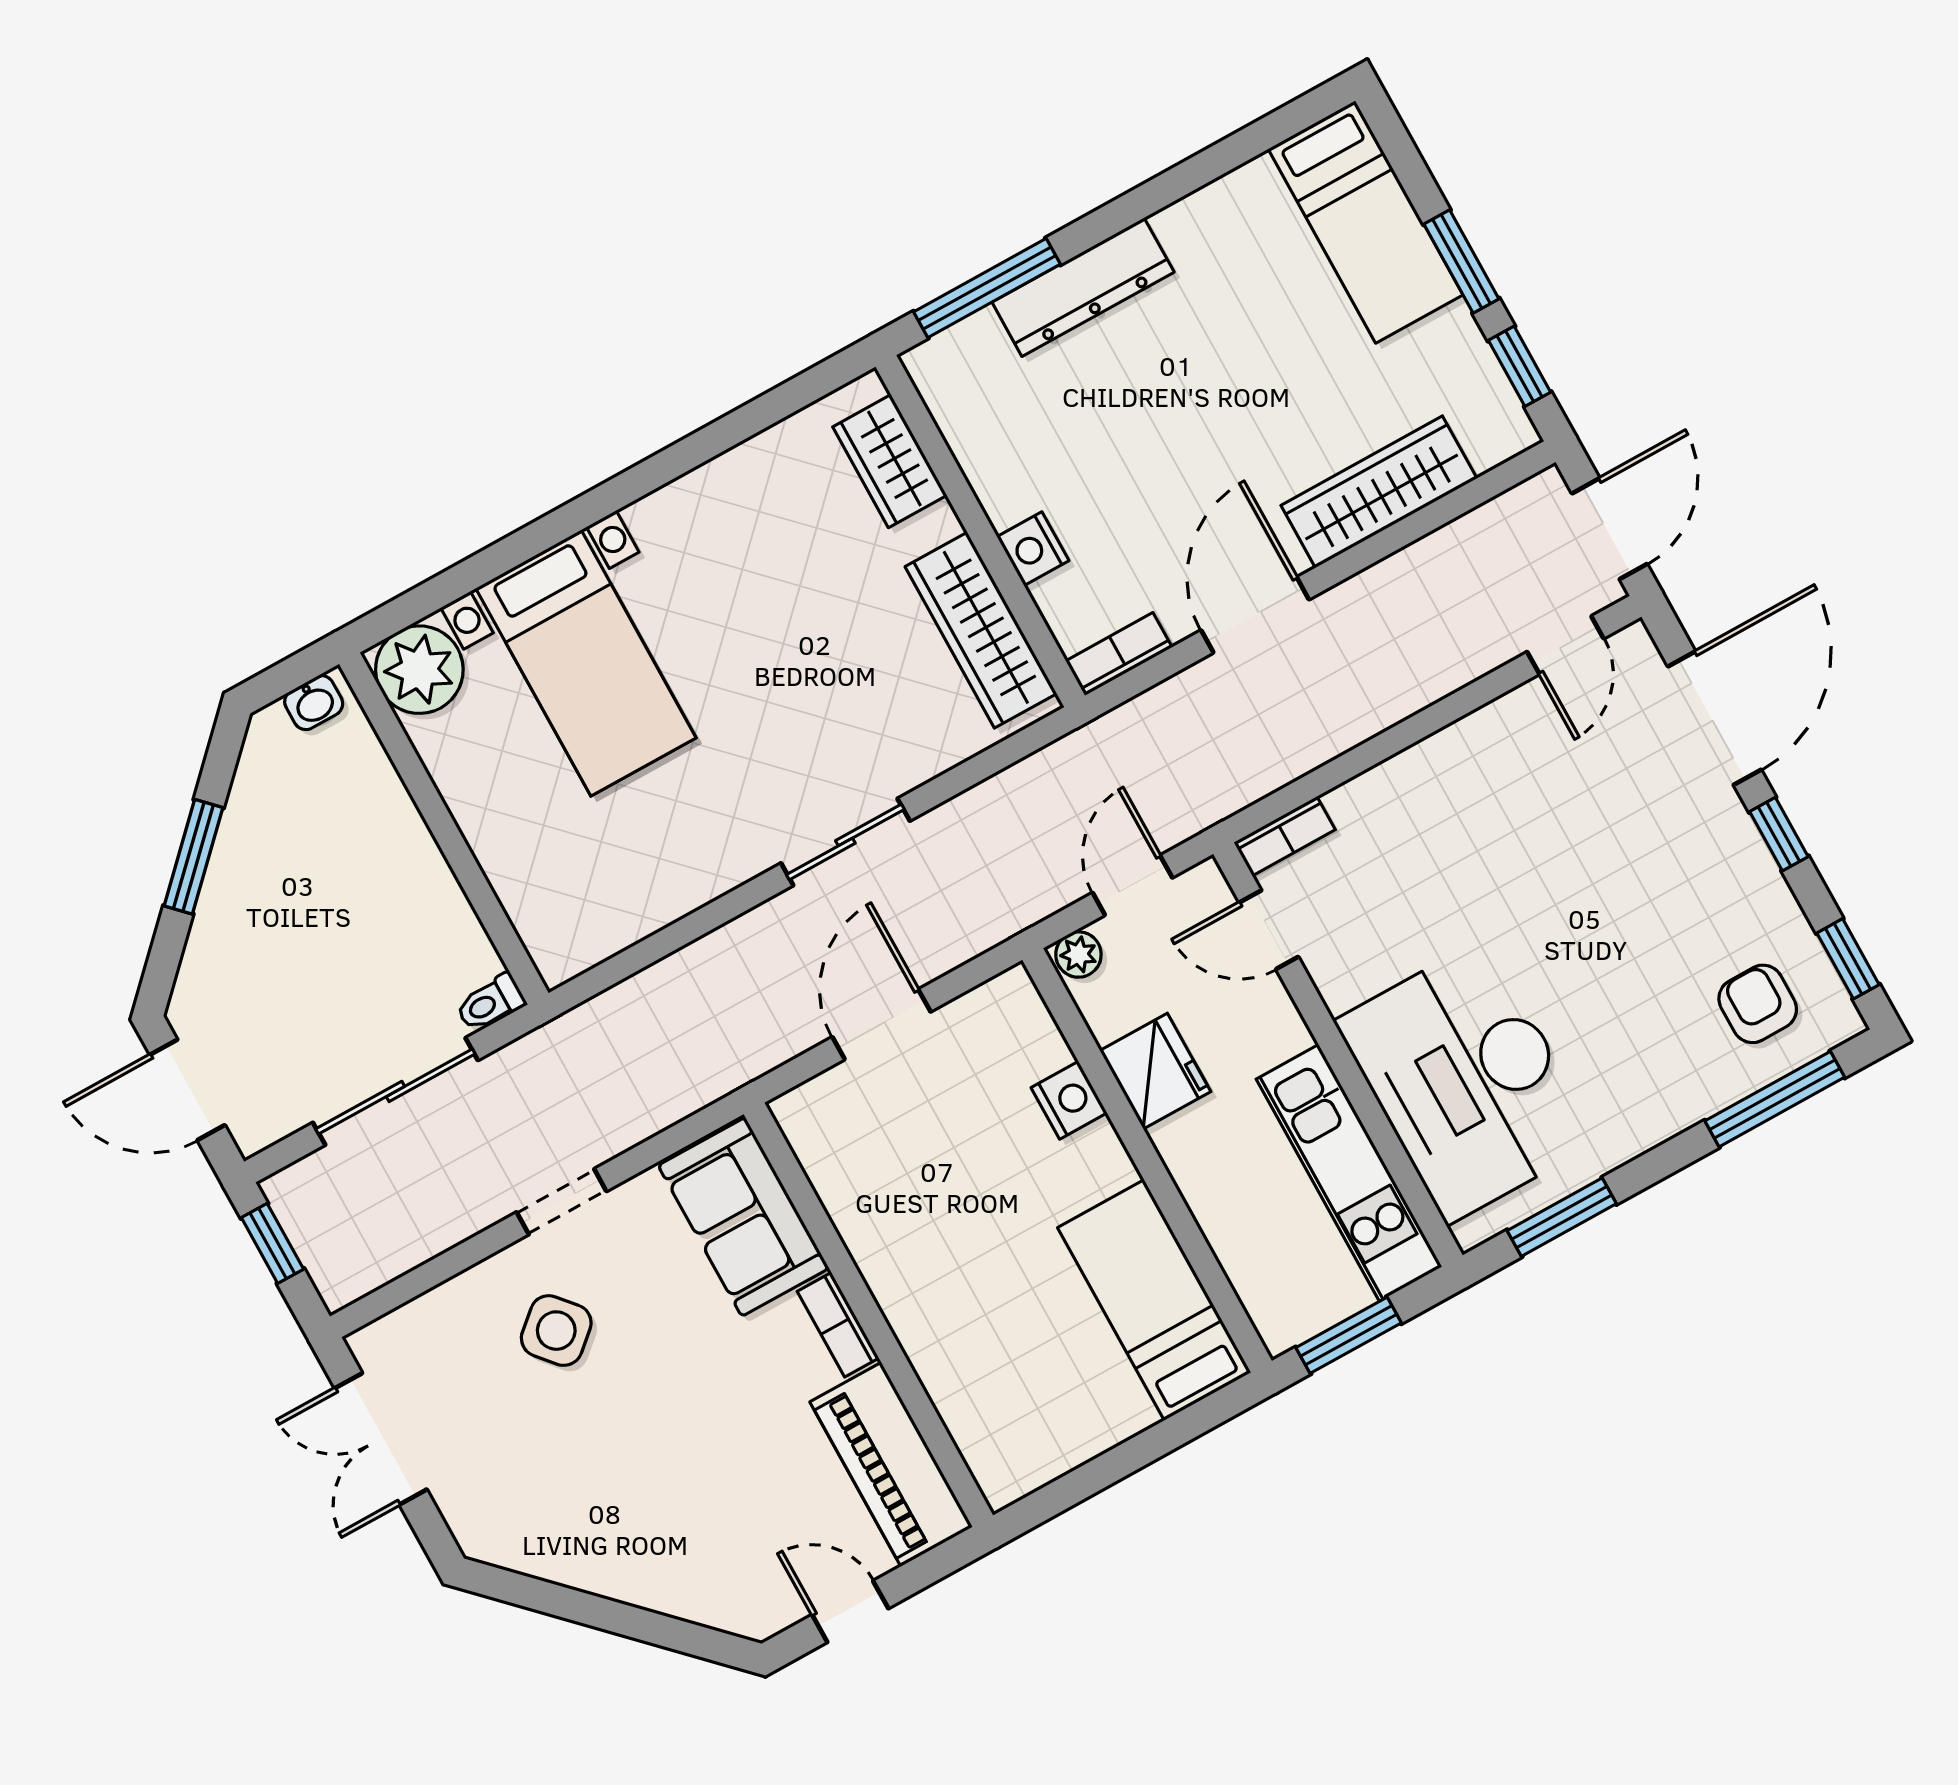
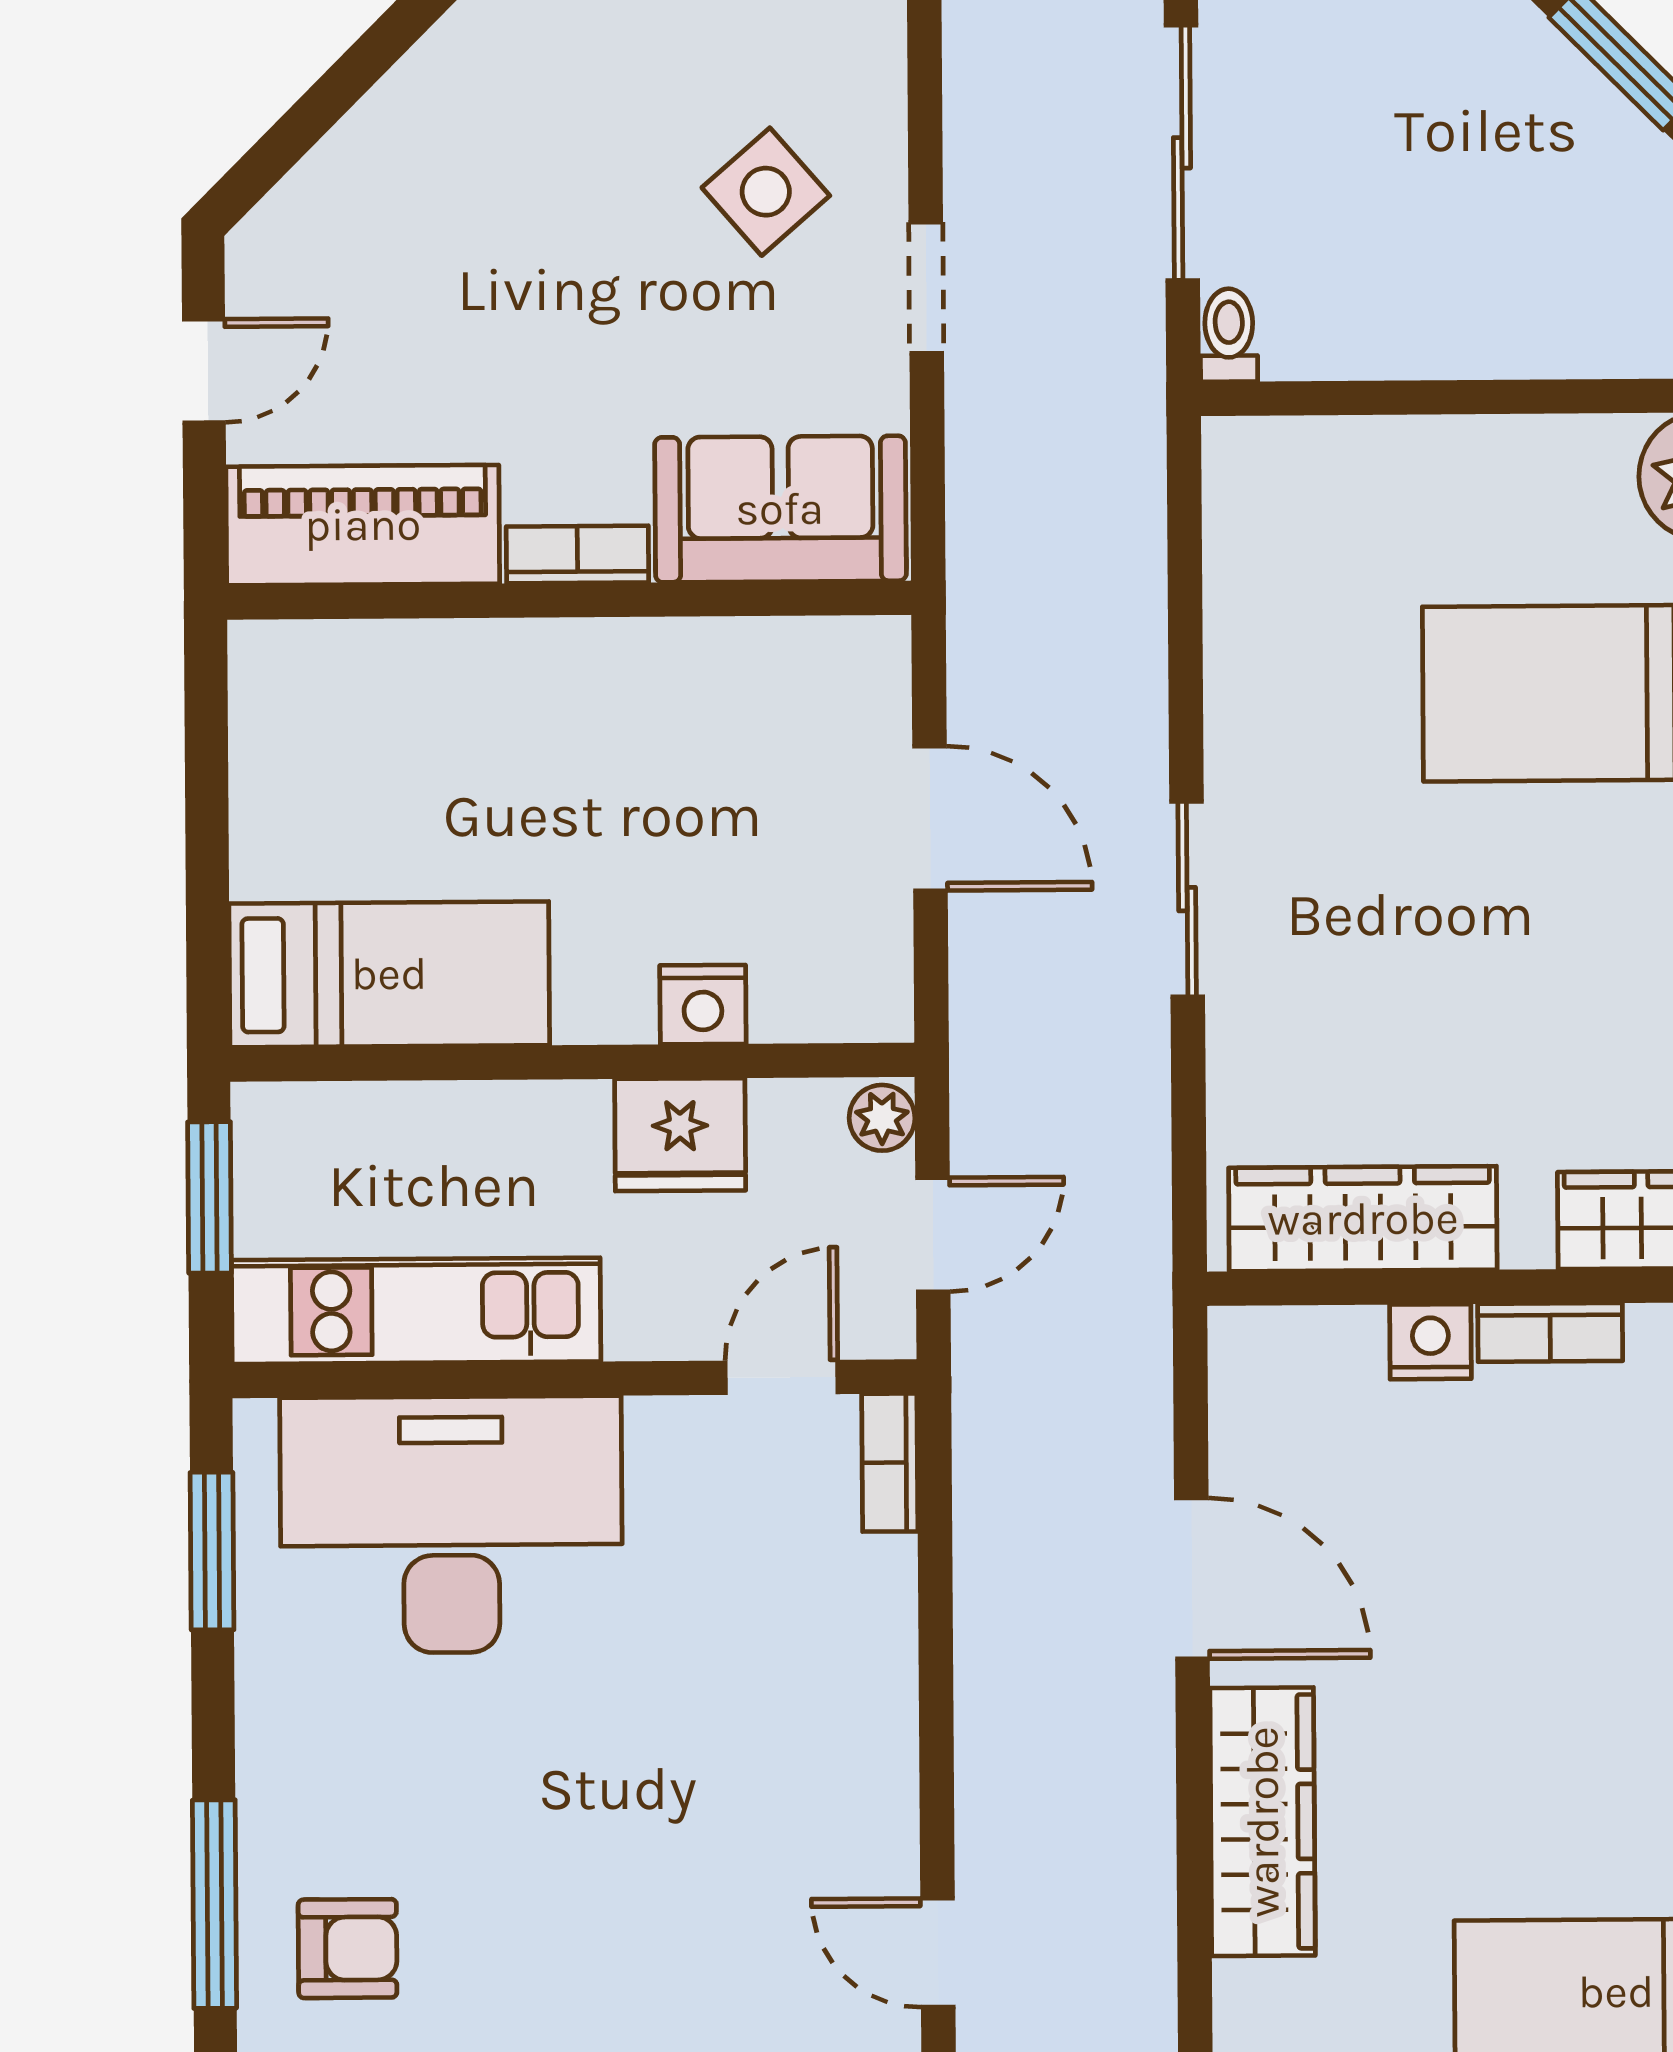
bookcase: (1119, 654) -> (1550, 1332), moved, turned 90
door: (1133, 885) -> (933, 1235), hinge flipped

